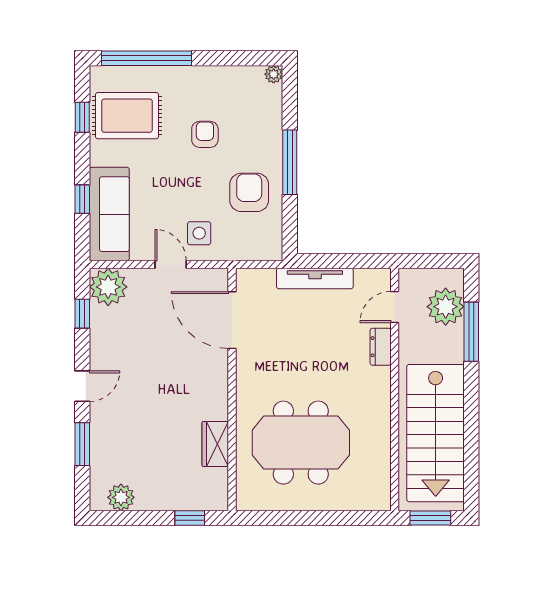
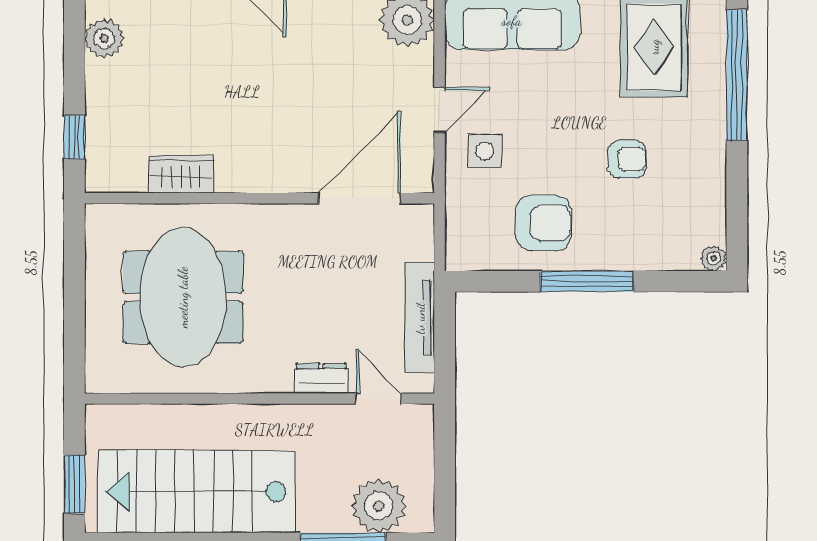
door: (395, 307) -> (378, 399), moved
dresser: (381, 347) -> (321, 378), moved
wall: (395, 389) -> (260, 399), moved

